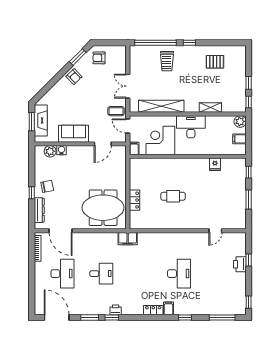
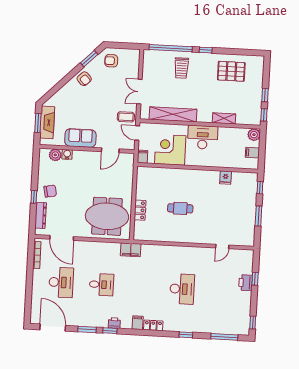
pallet: (215, 62) -> (231, 71), width x1.50, depth x1.42
filing cabinet: (168, 308) -> (138, 323), moved

